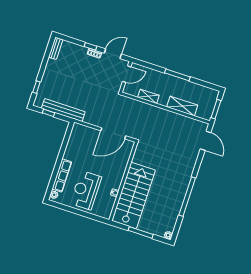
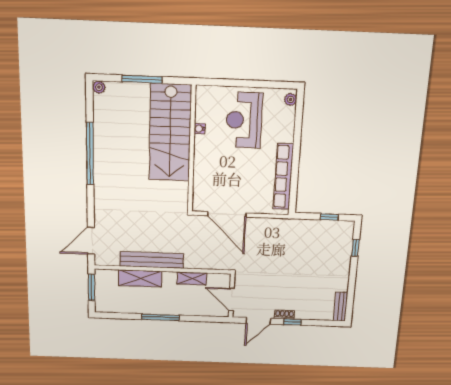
door: (127, 74) -> (231, 300), hinge flipped
bench: (63, 110) -> (152, 260), moved
door: (113, 133) -> (227, 214), swing flipped
door: (206, 141) -> (91, 241), hinge flipped
row of seats: (62, 175) -> (283, 177), moved, width x1.36
reception desk: (86, 190) -> (244, 120), turned 180

